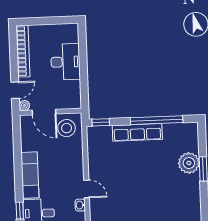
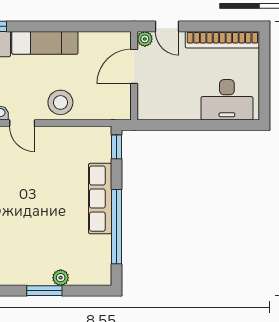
desk: (65, 62) -> (227, 100), moved
stool: (67, 128) -> (60, 102), moved
plant: (189, 163) -> (61, 278), width x0.53, depth x0.53
door: (87, 189) -> (22, 123), hinge flipped

